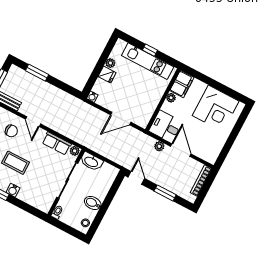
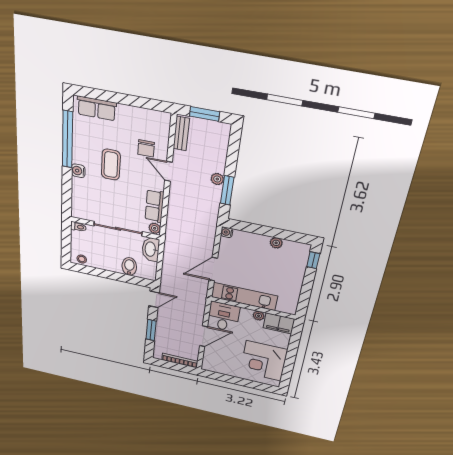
window: (150, 50) -> (313, 260), moved
kitchen unit: (148, 61) -> (244, 296), moved, turned 90
window: (37, 73) -> (227, 190), moved
fridge: (107, 75) -> (260, 242), removed
door: (121, 119) -> (213, 269), hinge flipped
door: (33, 122) -> (168, 171), hinge flipped
plant: (159, 146) -> (217, 179), moved
bidet: (93, 203) -> (129, 266), moved

